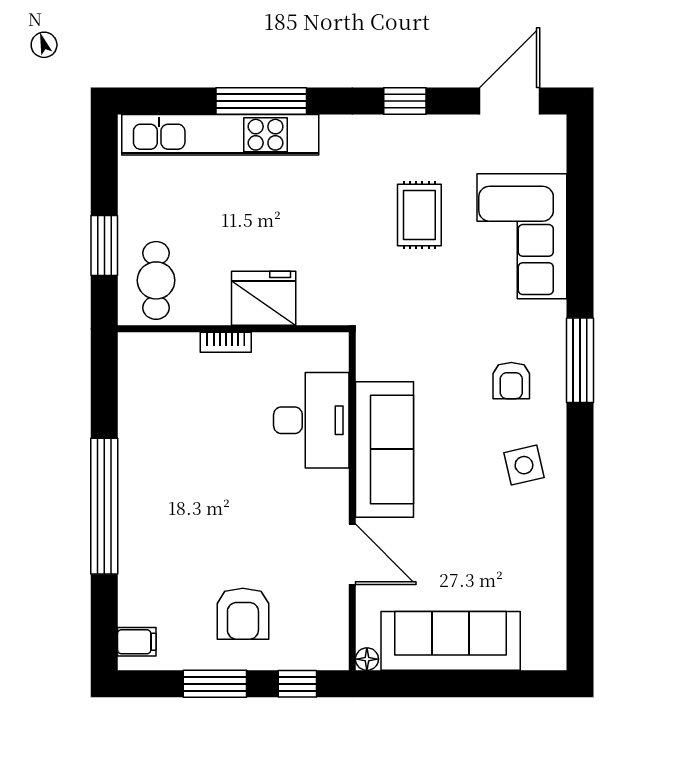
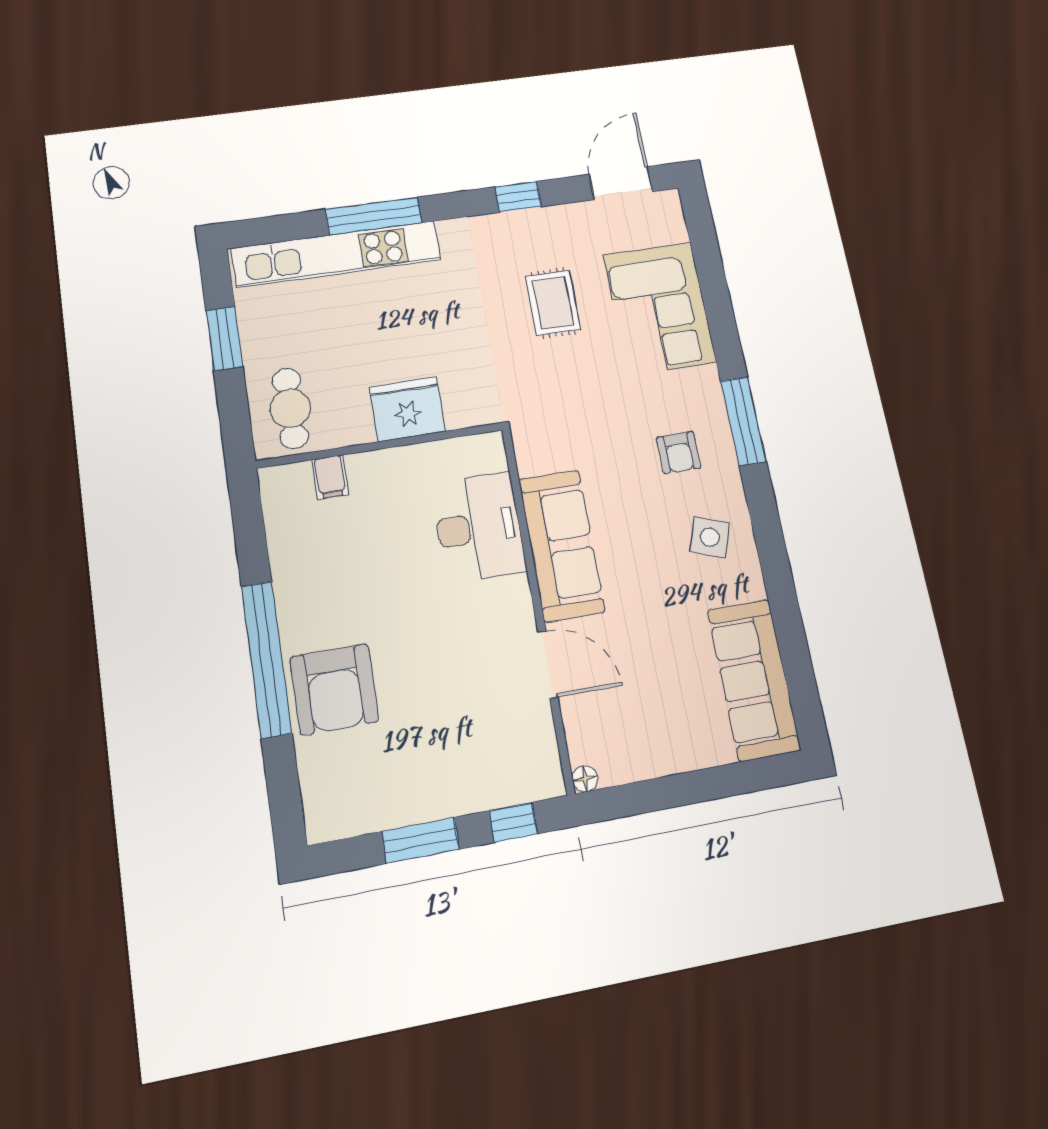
window: (104, 246) -> (224, 339), moved
bookcase: (226, 342) -> (374, 461), removed
side table: (524, 465) -> (710, 537), turned 32
armchair: (243, 614) -> (334, 689), moved, width x1.36, depth x1.36
sofa: (451, 641) -> (754, 680), moved, turned -90
filing cabinet: (137, 642) -> (330, 477), moved, turned 90

